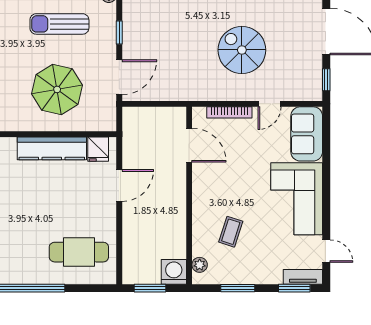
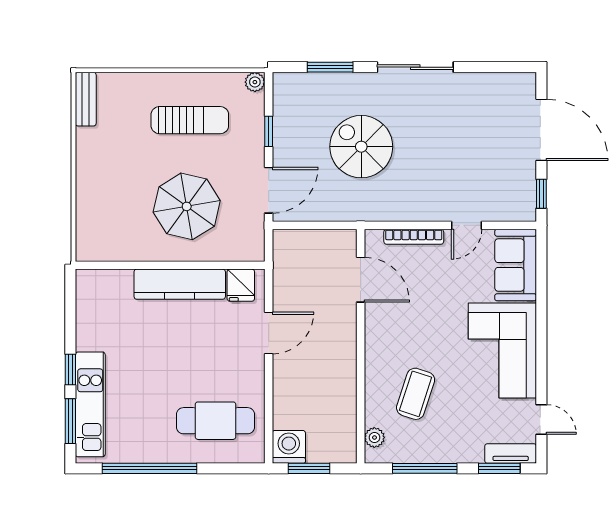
sun lounger: (59, 24) -> (190, 120), turned 180
spiral stairs: (242, 50) -> (361, 147), moved
coffee table: (231, 232) -> (416, 394), width x1.36, depth x1.30
washing machine: (174, 272) -> (289, 447), moved
window: (238, 288) -> (425, 468), width x1.44

